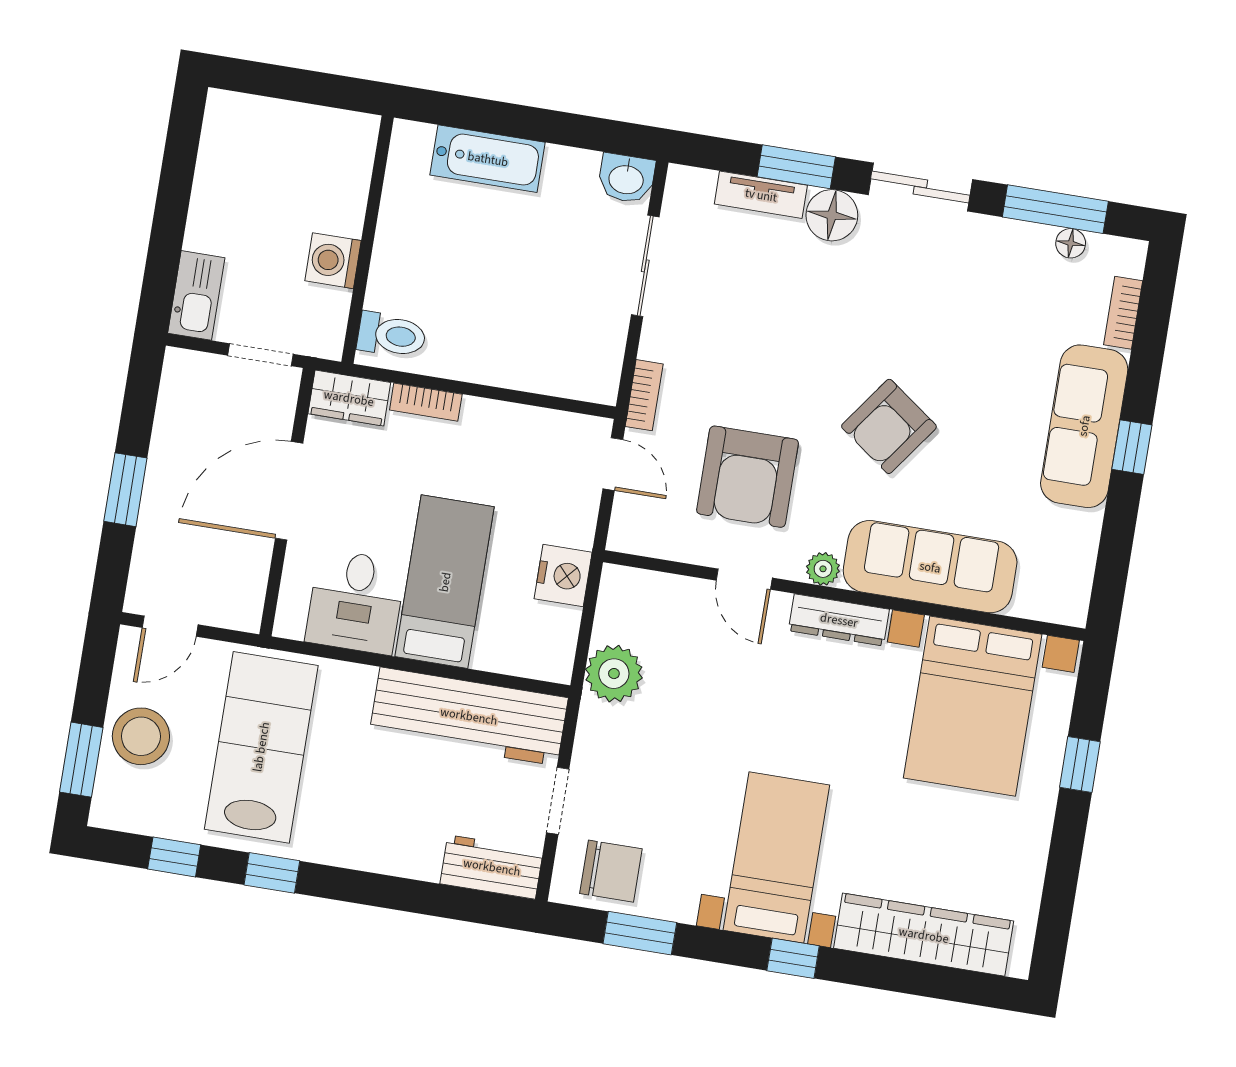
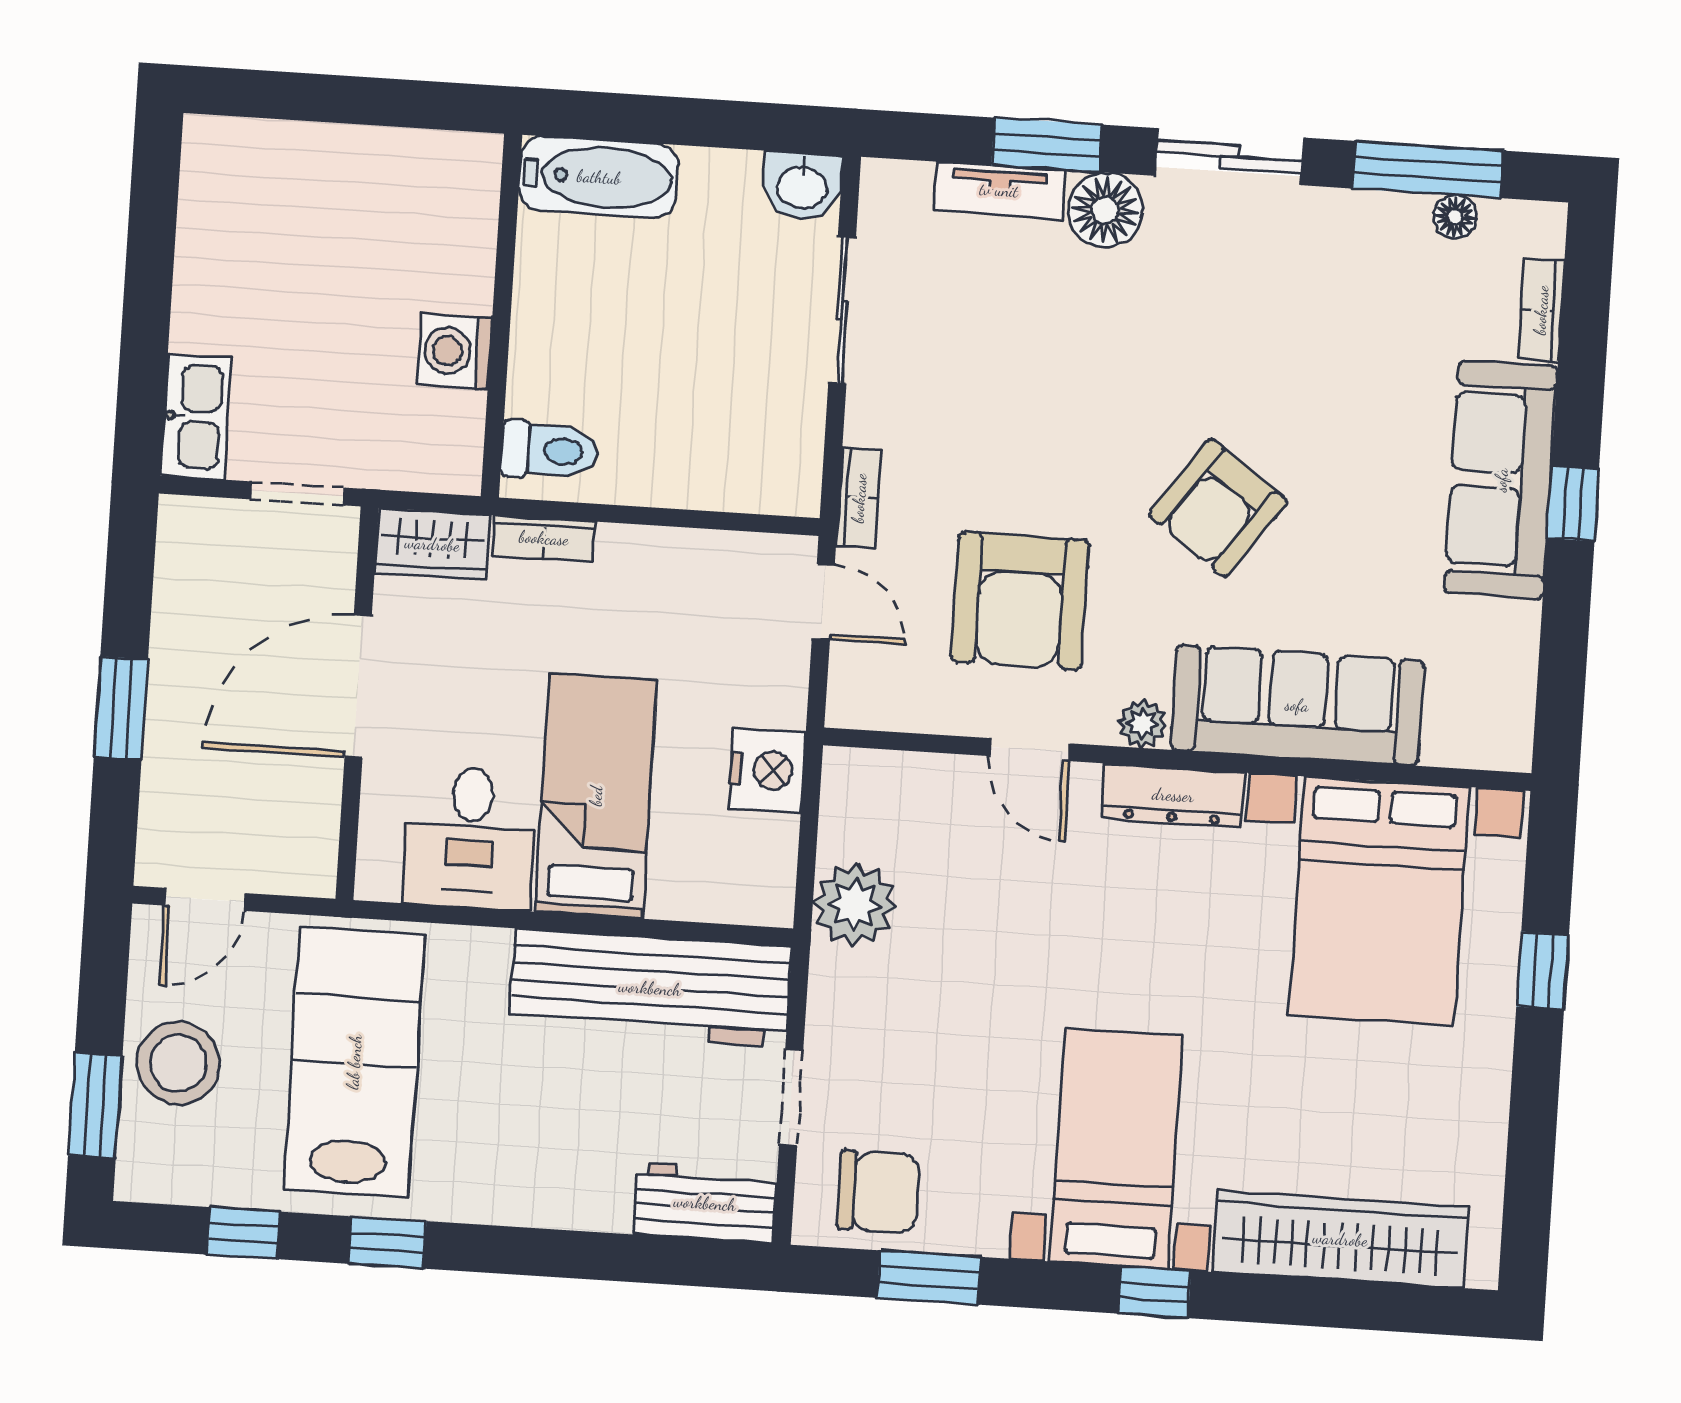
wall: (368, 240) -> (502, 316), moved
washing machine: (333, 261) -> (454, 351), moved
toilet: (392, 335) -> (550, 451), moved

